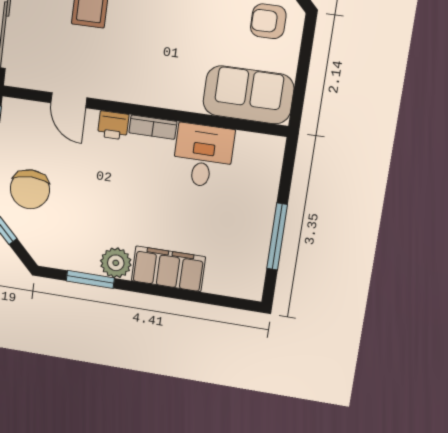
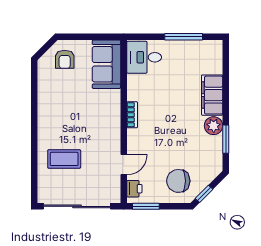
printer: (113, 125) -> (134, 189), moved
desk: (203, 156) -> (144, 57), moved
chair: (30, 189) -> (178, 181), turned 180

